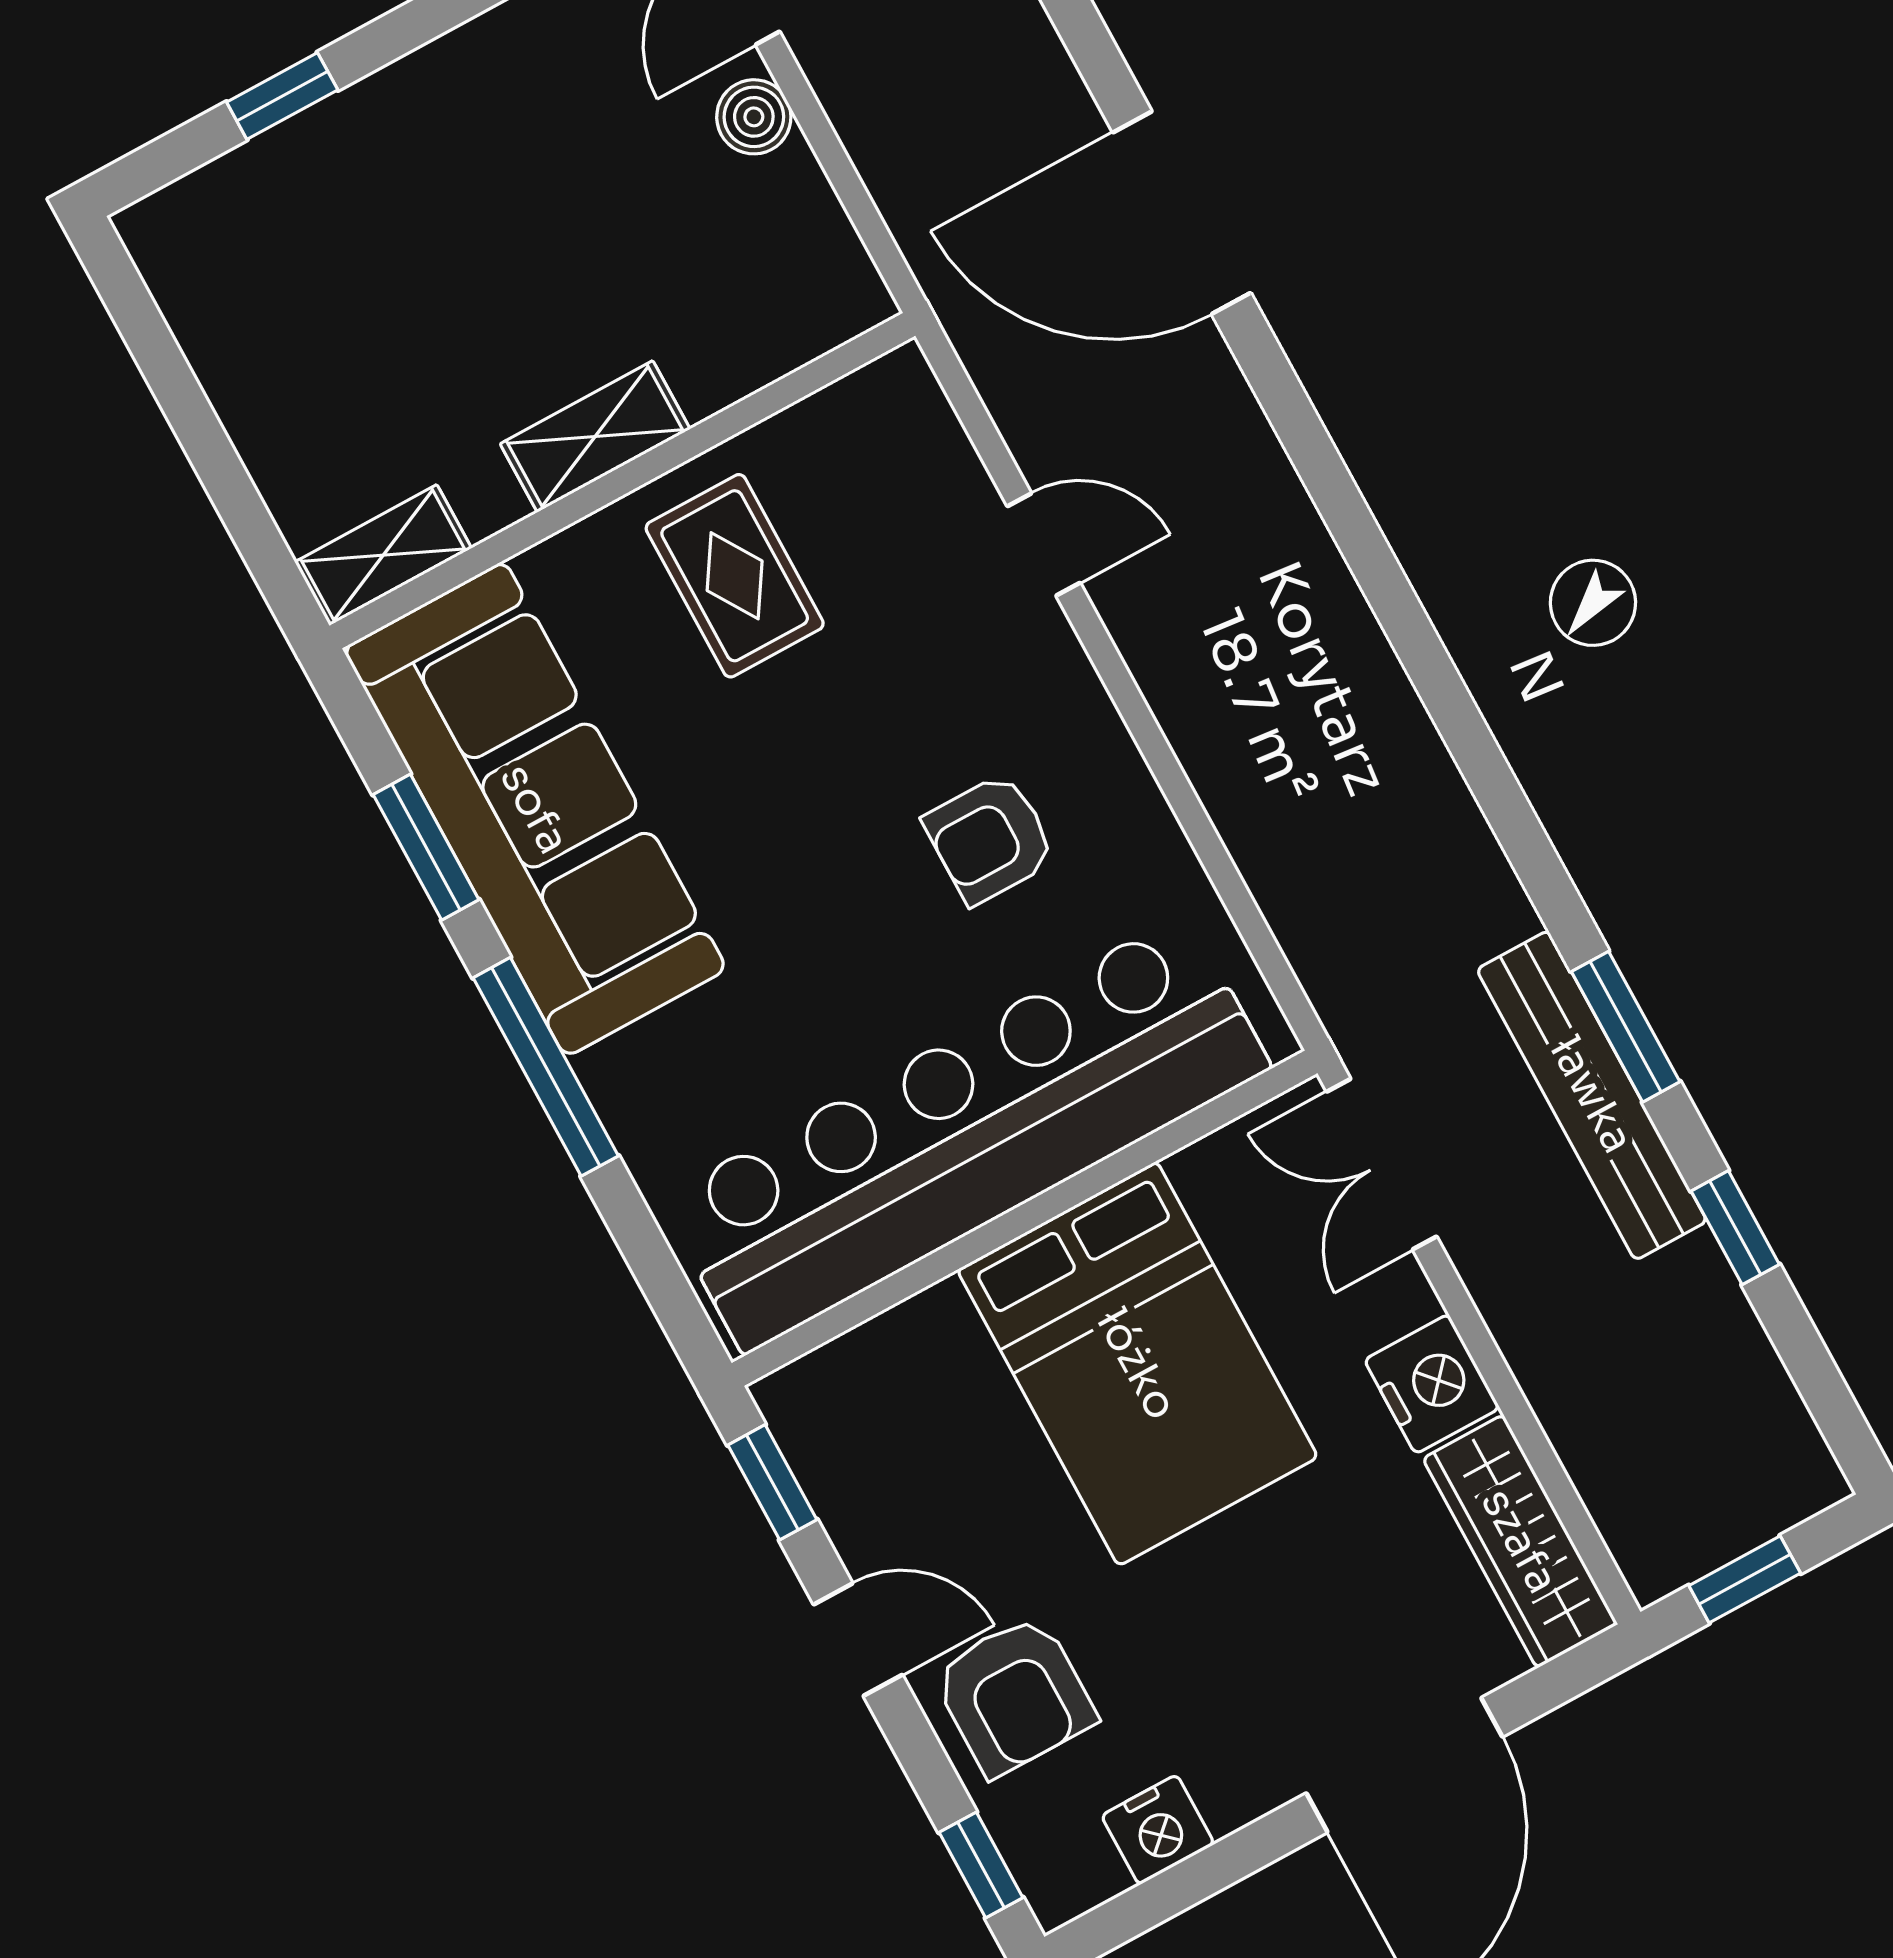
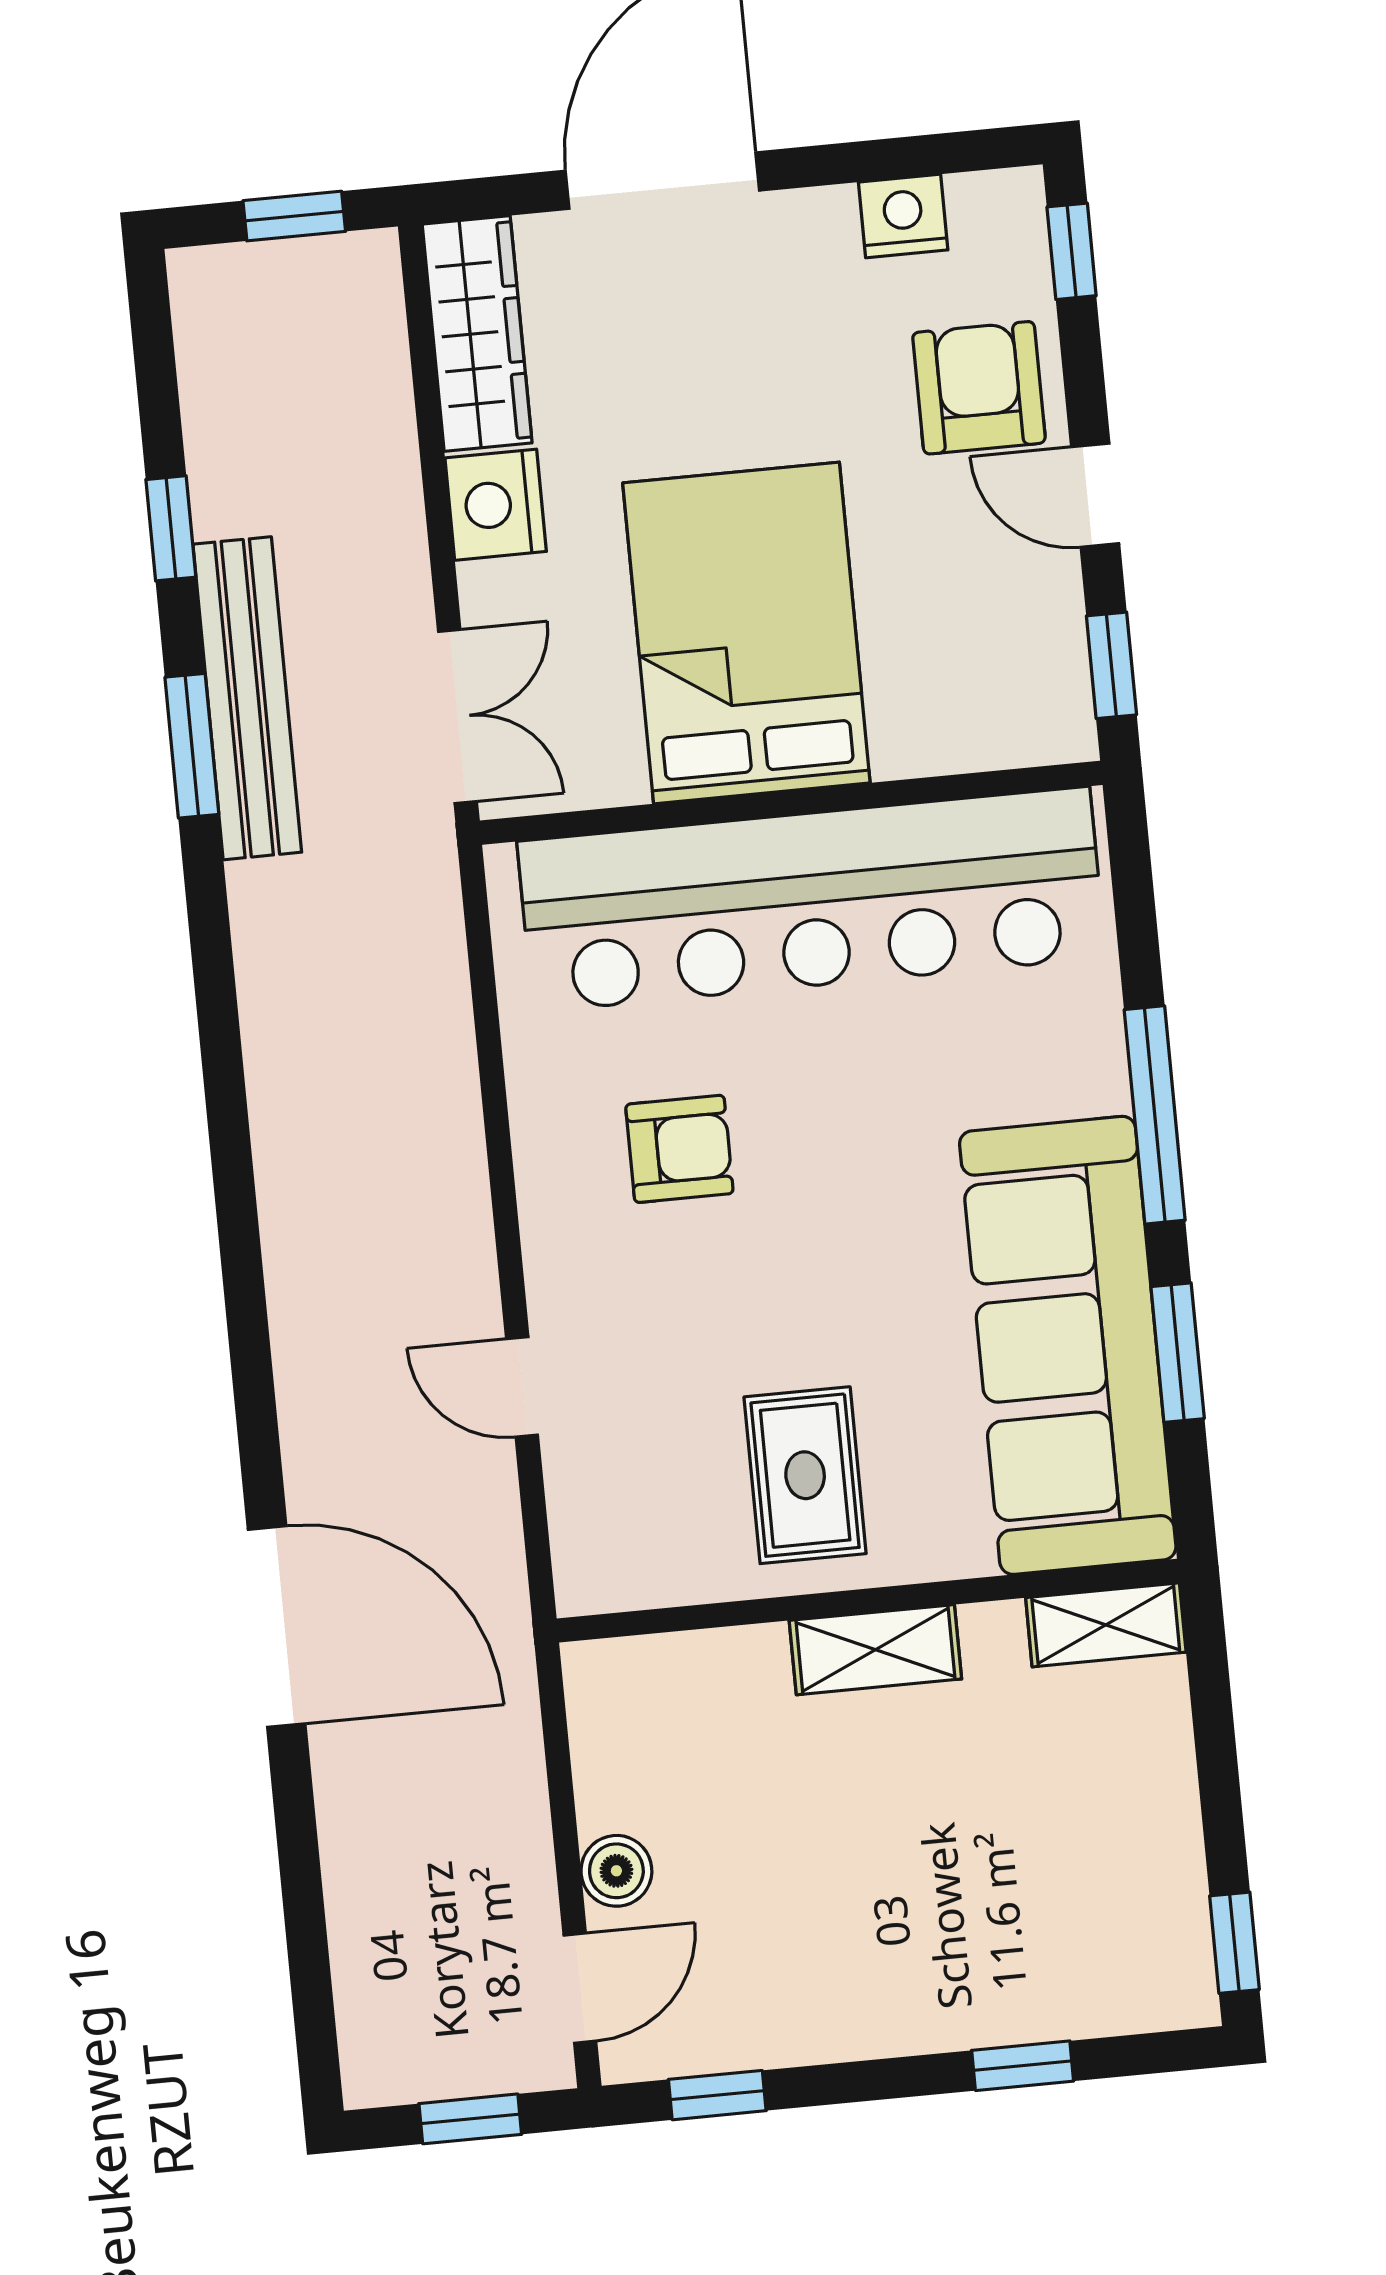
window: (129, 302) -> (1234, 1943), added

